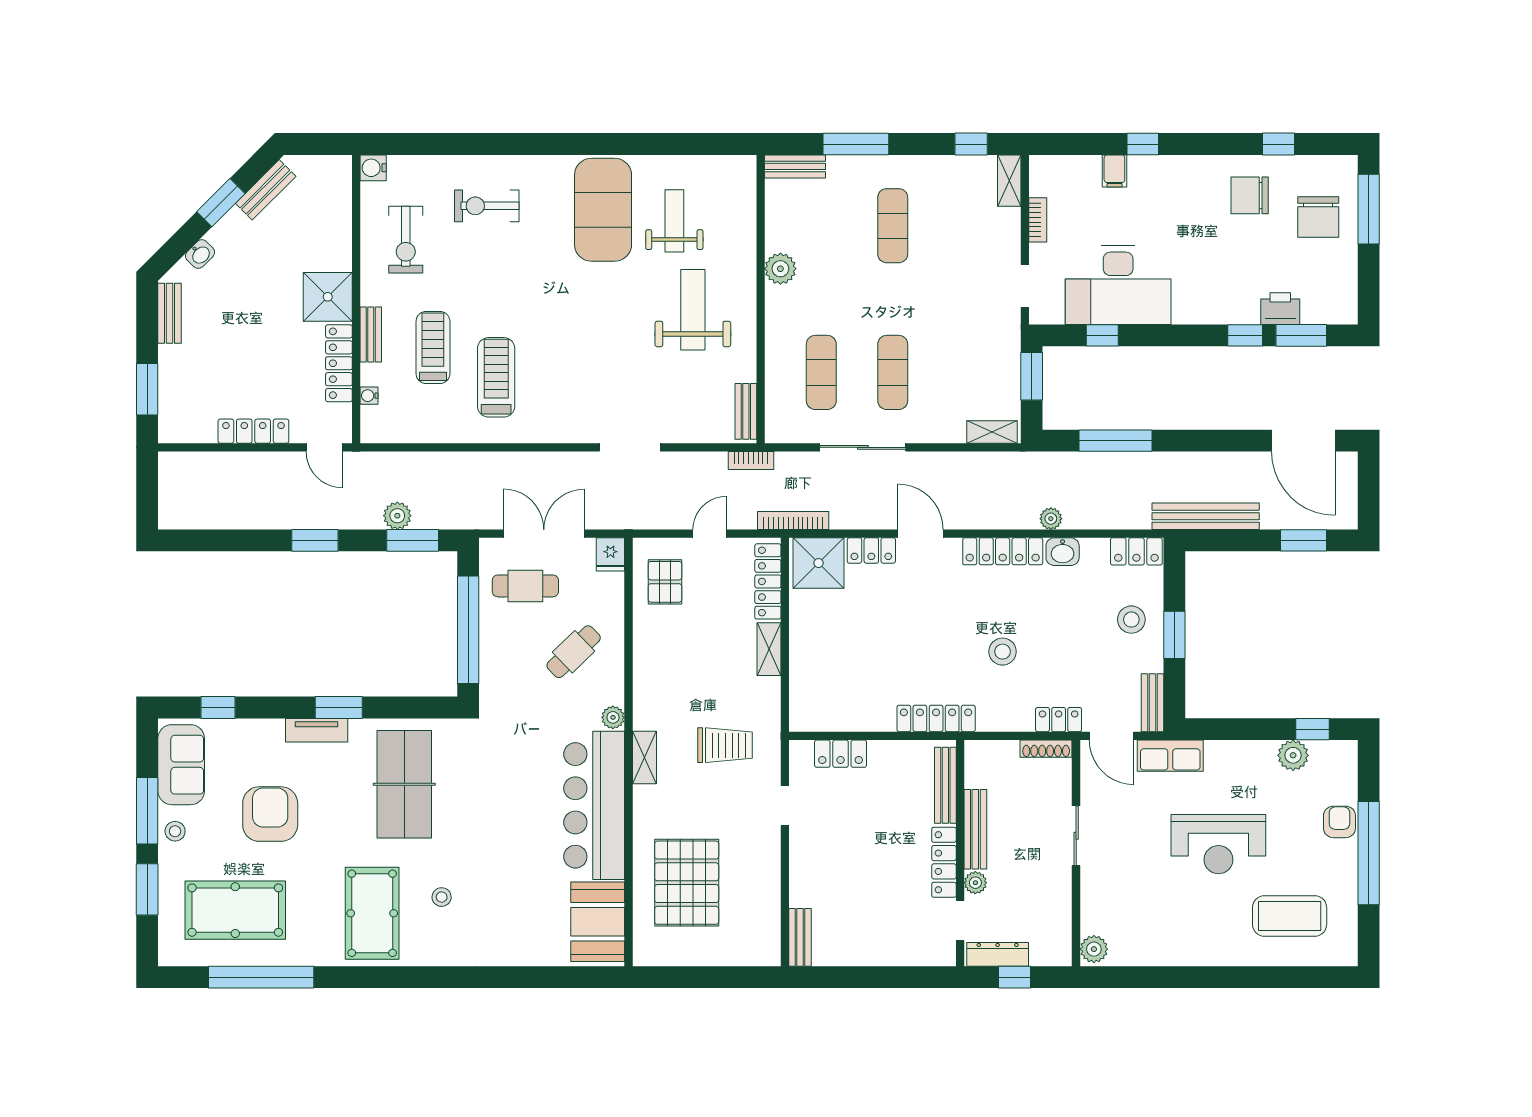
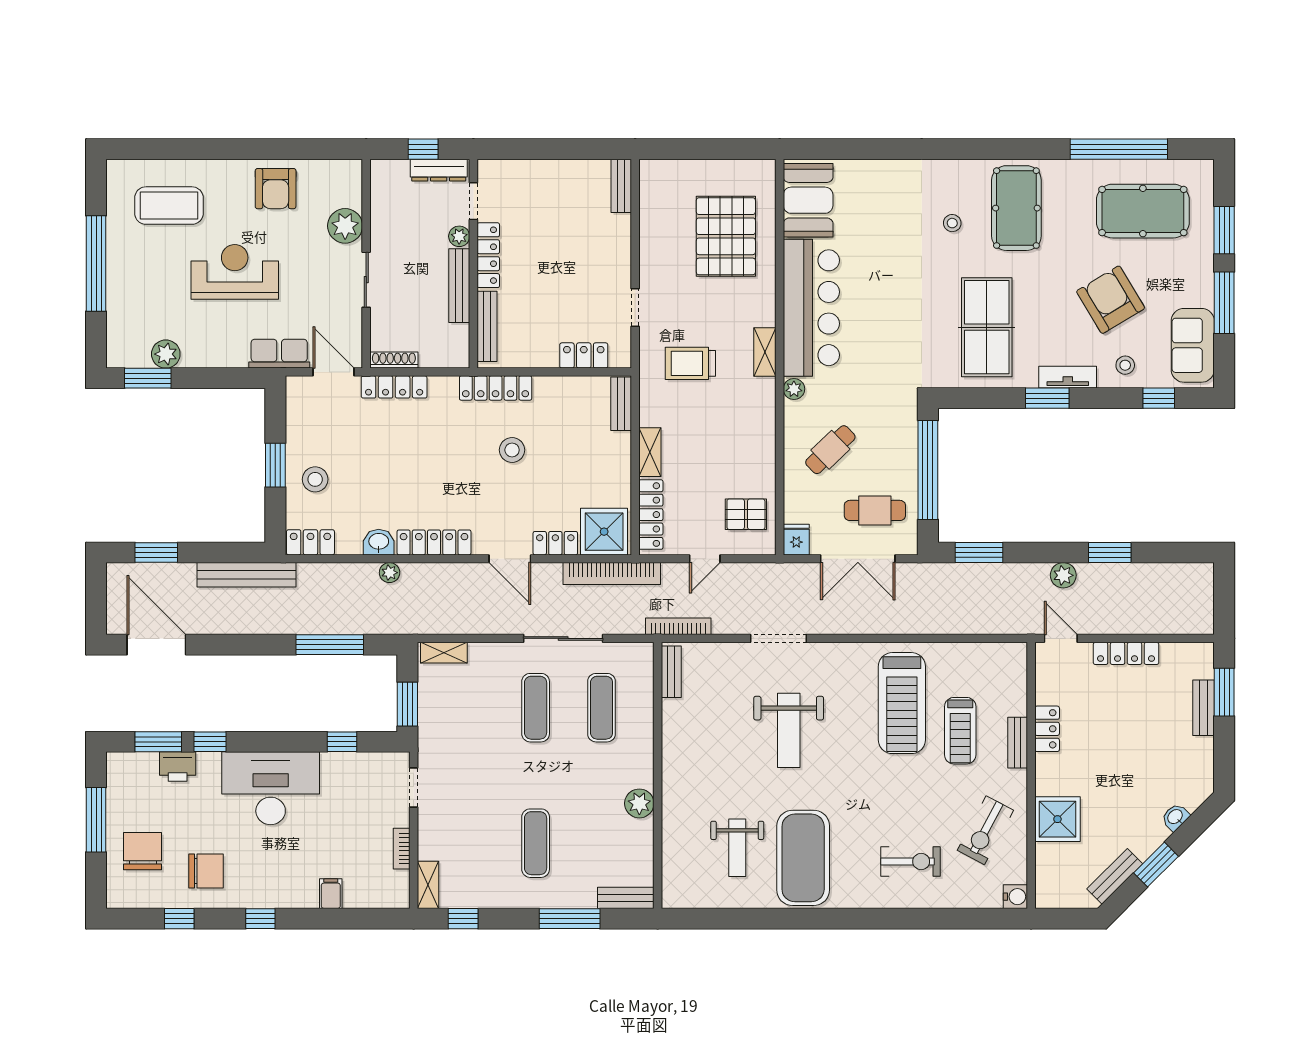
window: (1143, 144) -> (260, 919), moved
window: (1369, 209) -> (96, 820), moved
exercise bike: (406, 240) -> (985, 830), turned -152
desk: (1118, 285) -> (271, 788), moved
shower: (328, 297) -> (1057, 819), moved
weight bench: (693, 310) -> (789, 730), moved
bench: (170, 313) -> (1204, 708), moved
locker: (339, 363) -> (1047, 729), width x0.66
treadmill: (496, 377) -> (902, 703), width x1.37, depth x1.38
water cooler: (369, 396) -> (1019, 686), removed
bookcase: (751, 460) -> (678, 626), width x1.56
plant: (397, 516) -> (1063, 575), moved
bookcase: (793, 520) -> (612, 574), width x1.48, depth x1.31
window: (315, 540) -> (1110, 553), moved
pallet: (665, 582) -> (746, 514), turned 90
stool: (1003, 652) -> (512, 450), moved
bench: (1153, 703) -> (621, 404), moved
locker: (1059, 720) -> (394, 387), width x1.53
window: (1313, 729) -> (148, 378), width x1.50
armchair: (270, 814) -> (1111, 300), turned 149
armchair: (1339, 822) -> (276, 189), moved, width x1.38, depth x1.38
stool: (175, 831) -> (1125, 365), moved
plant: (1094, 949) -> (345, 226), moved, width x1.36, depth x1.36

